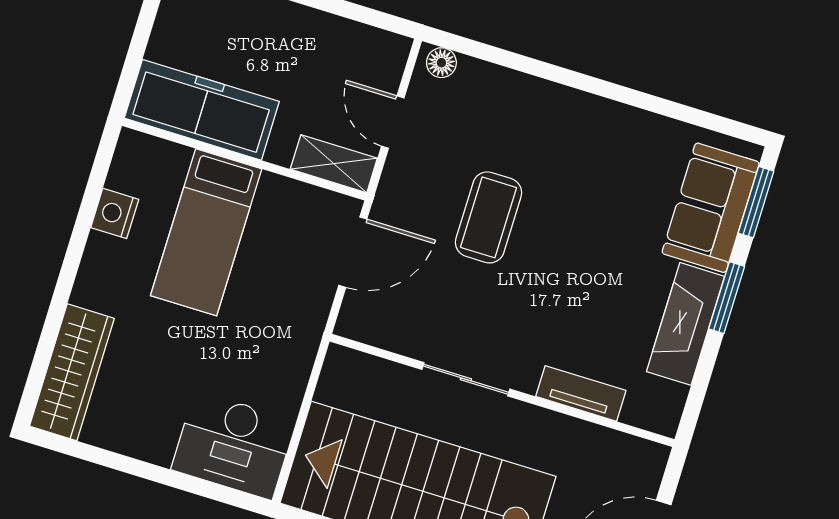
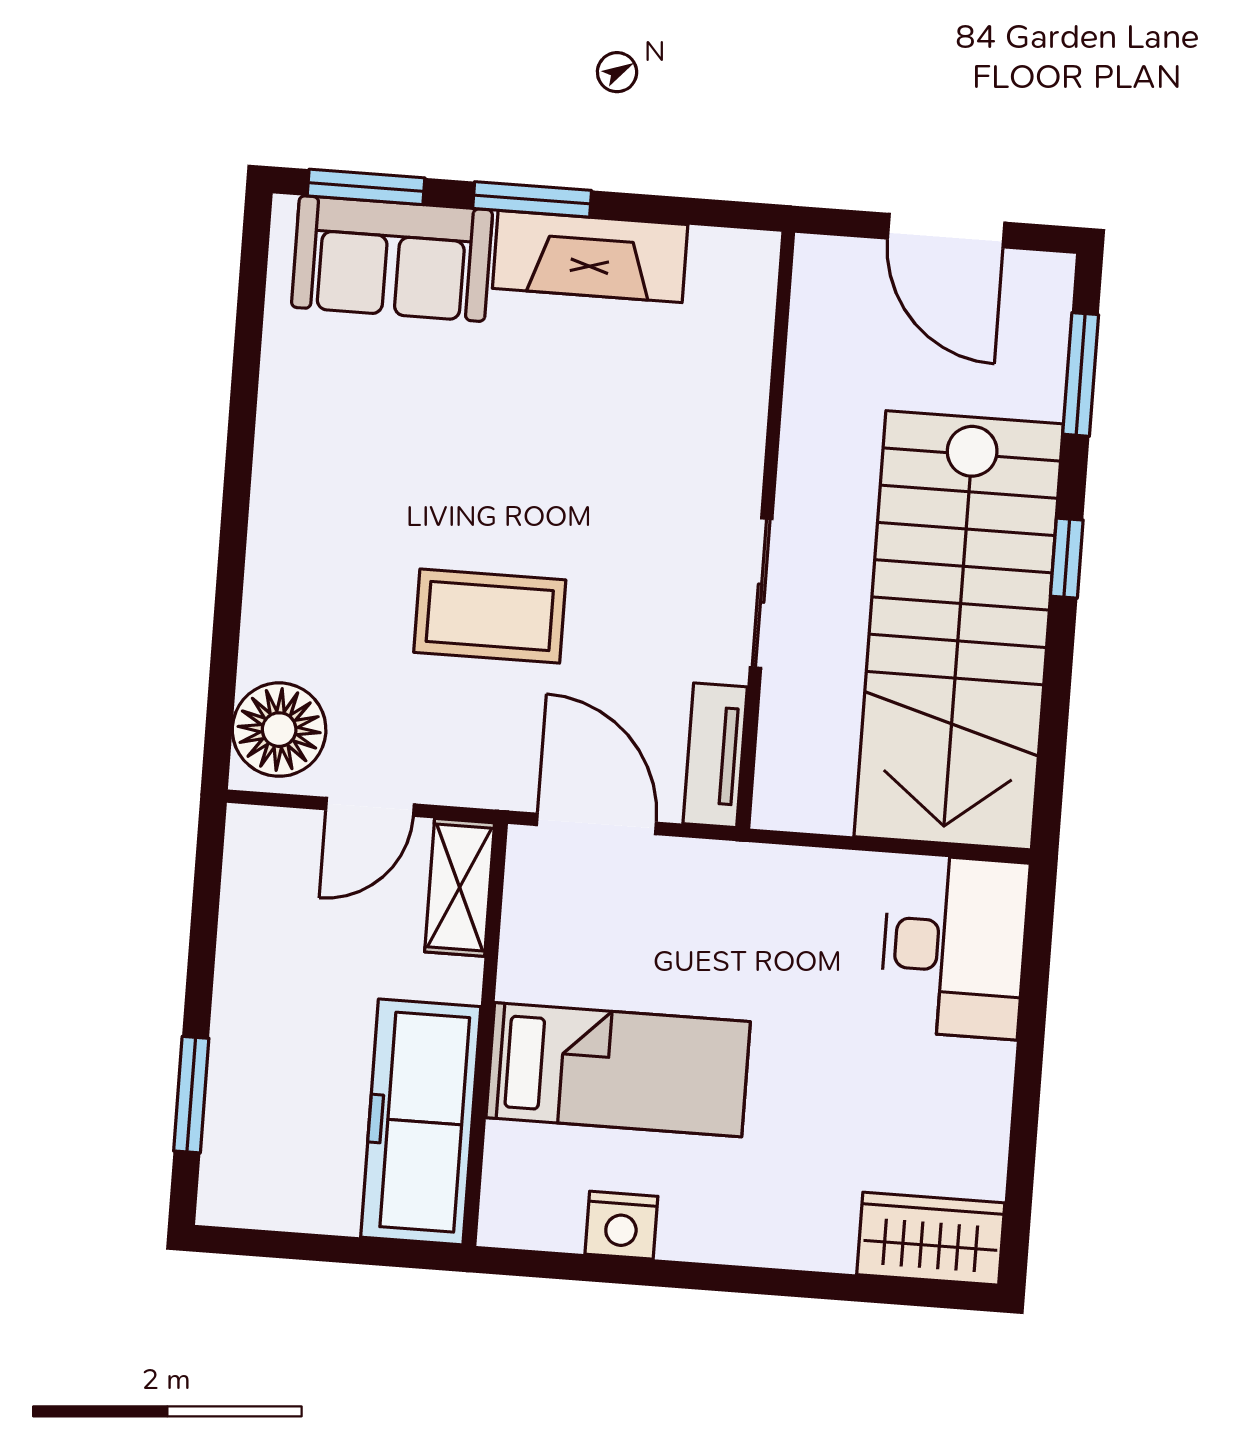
floor lamp: (441, 63) -> (279, 730), width x1.89, depth x1.89
wardrobe: (72, 372) -> (931, 1239), width x0.67
tv unit: (581, 393) -> (715, 755), moved

